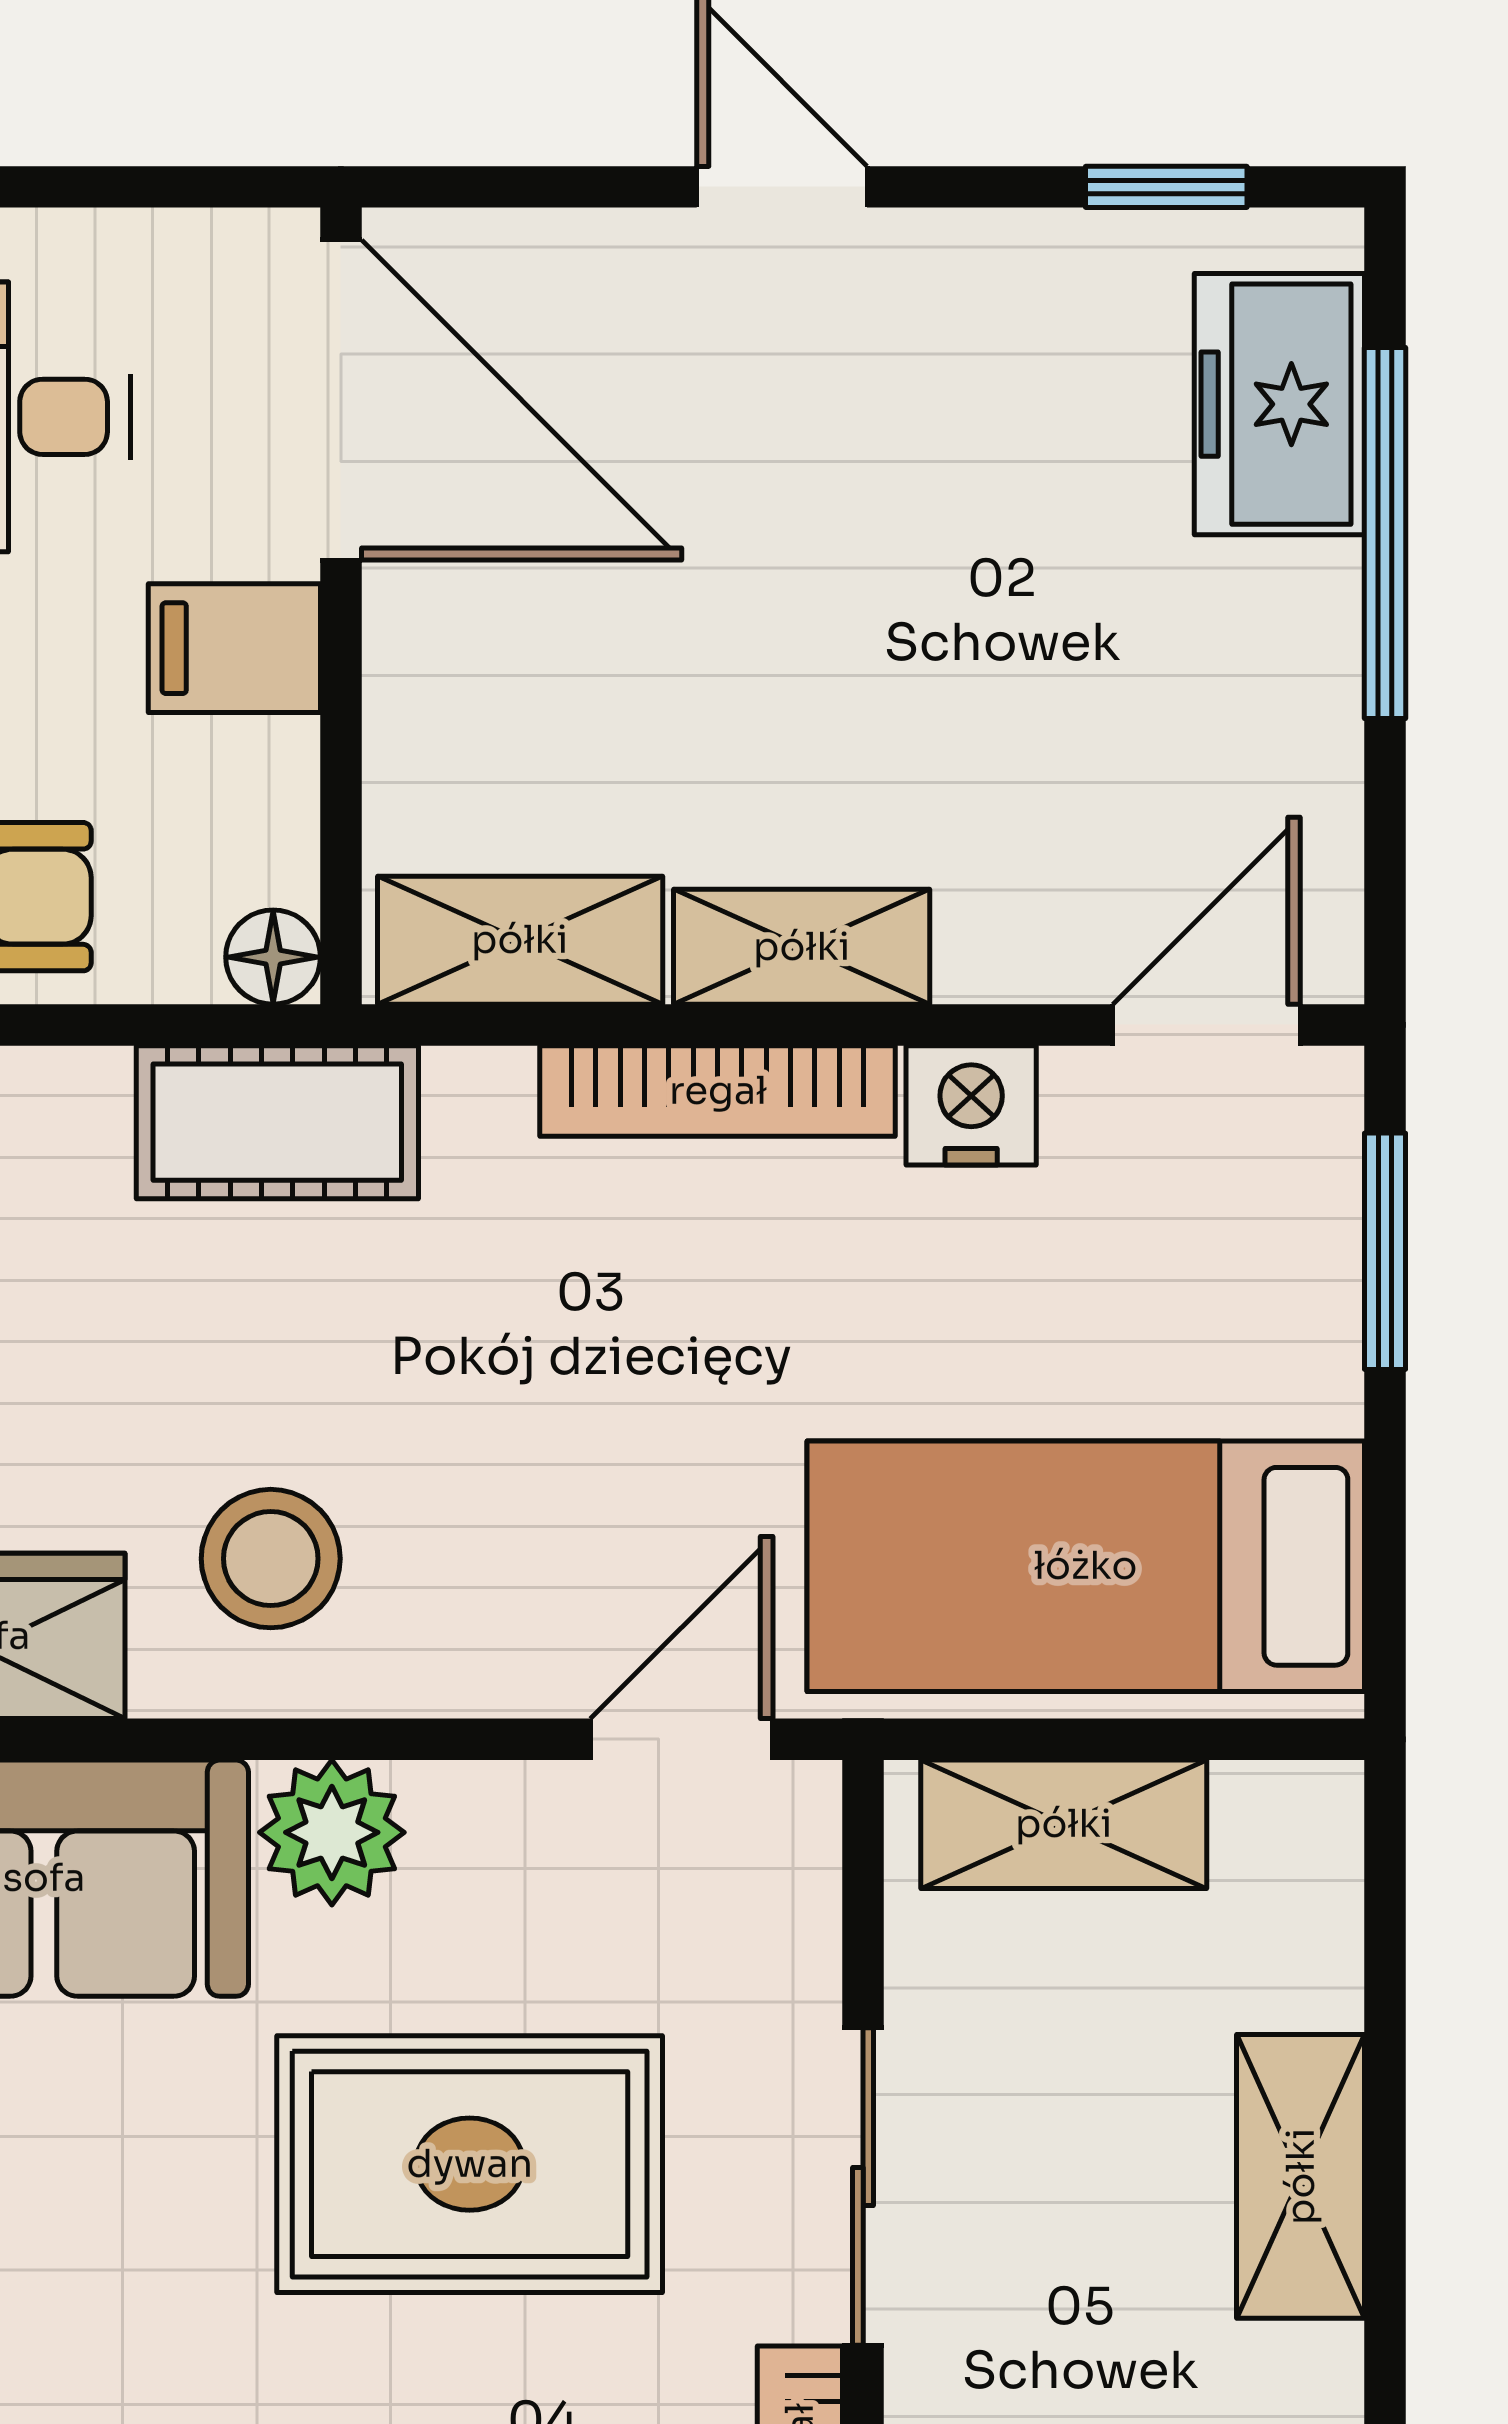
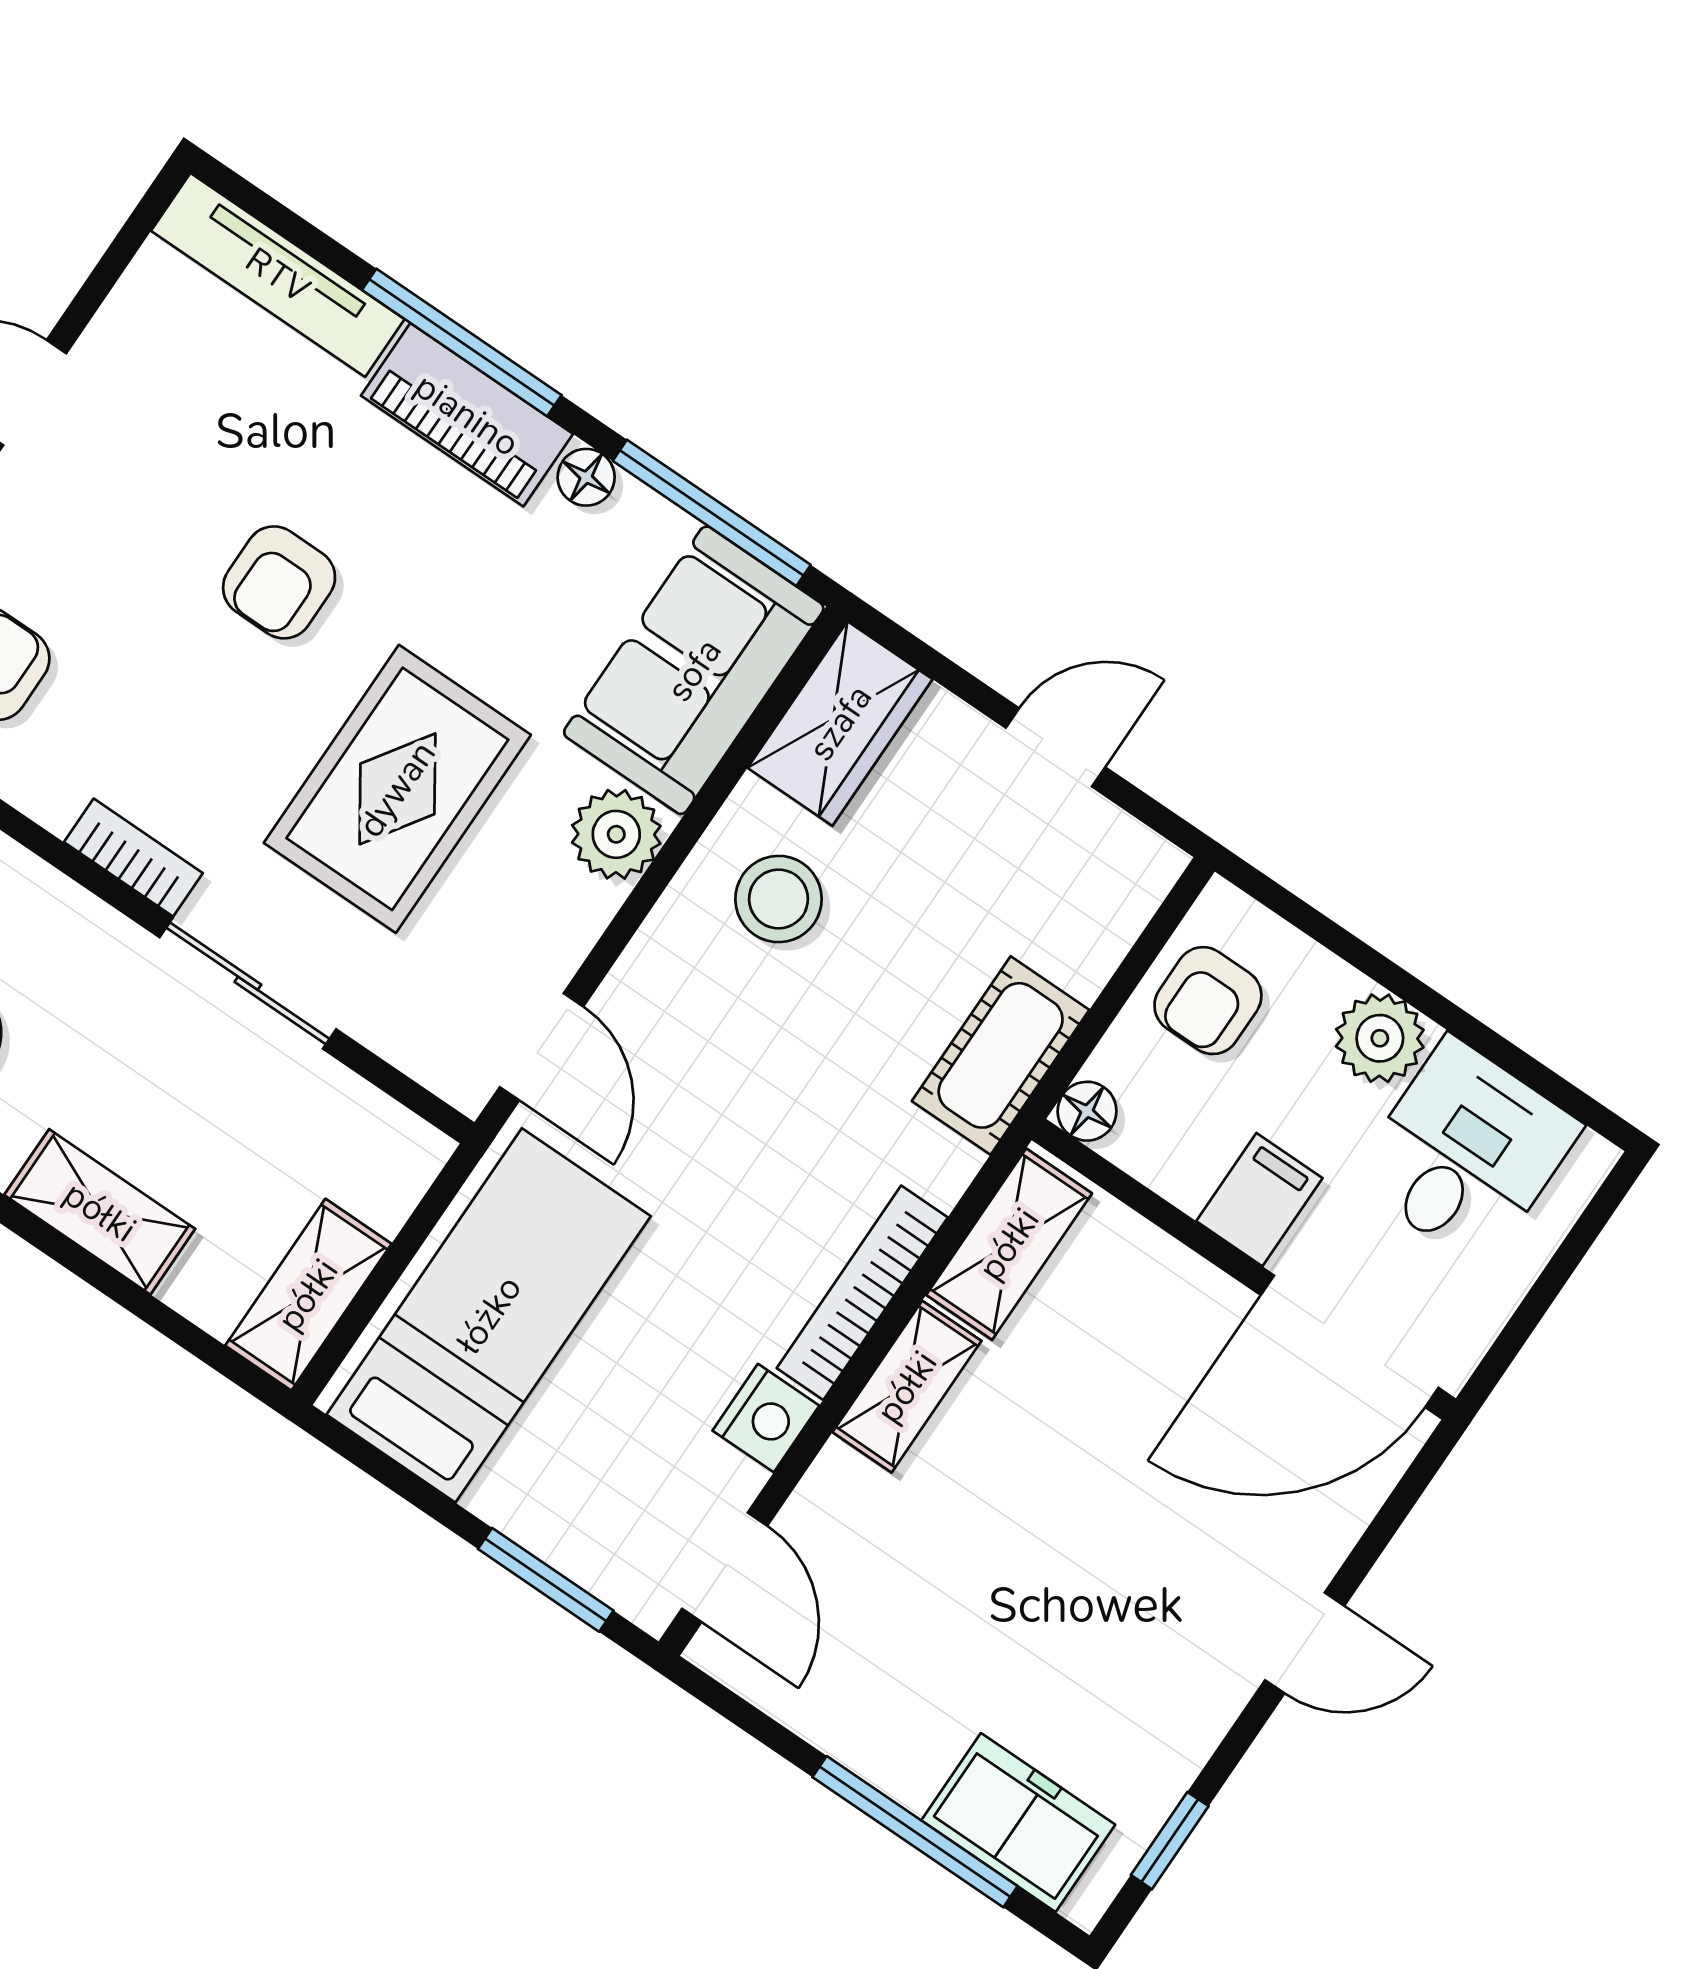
shelving: (1064, 1824) -> (308, 1295), moved

